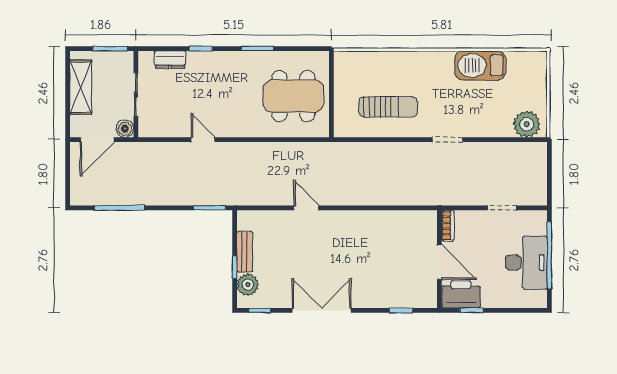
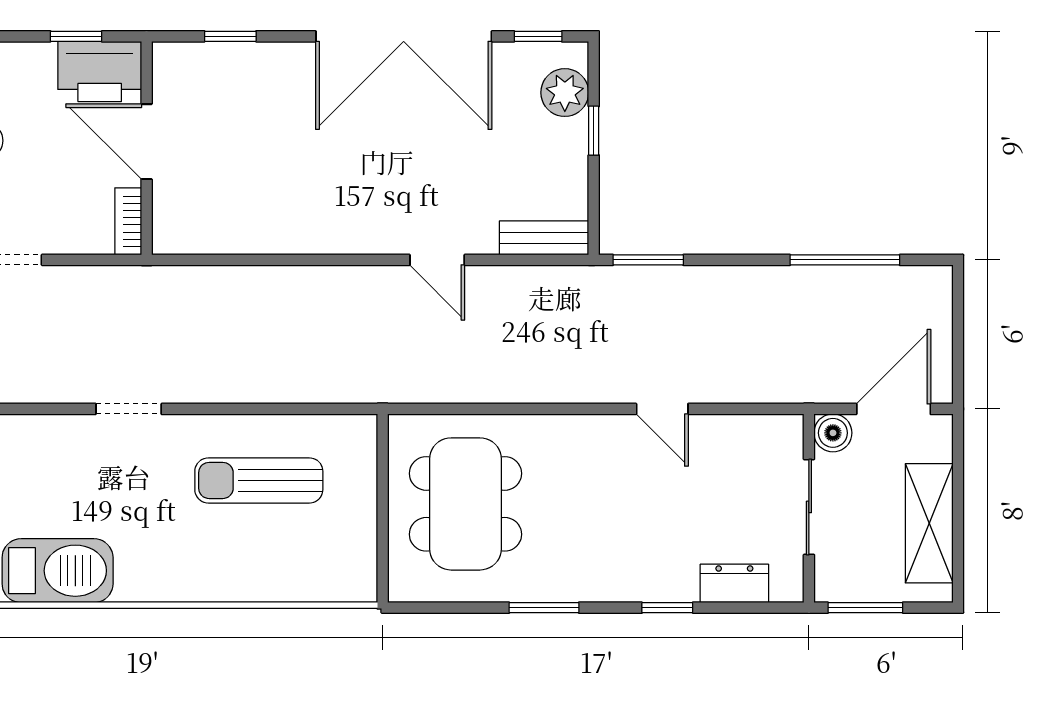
dining table: (293, 96) -> (465, 504), turned 90
bench: (245, 252) -> (544, 238), moved, turned 90
double door: (322, 310) -> (404, 36), width x1.36

